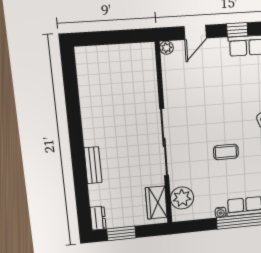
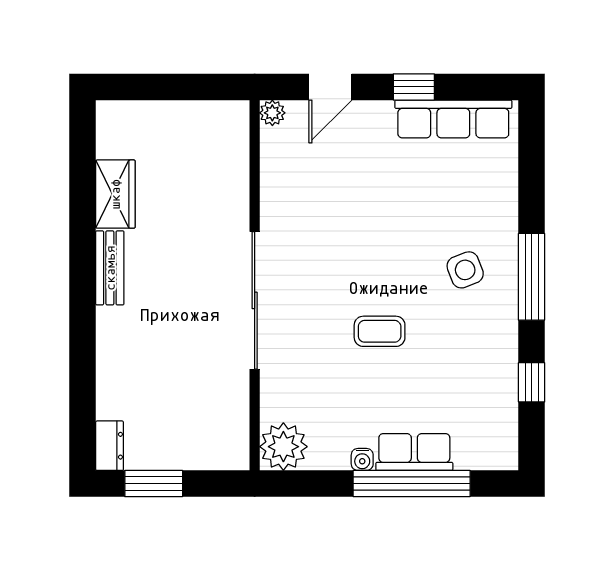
bench: (93, 165) -> (110, 268), moved
plant: (182, 198) -> (283, 447), moved
wardrobe: (156, 203) -> (115, 194), moved, turned 180

